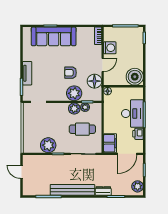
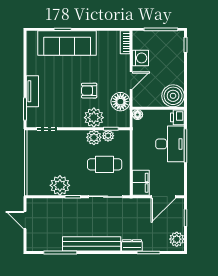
printer: (138, 134) -> (177, 117), moved

